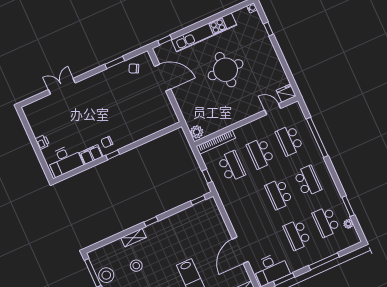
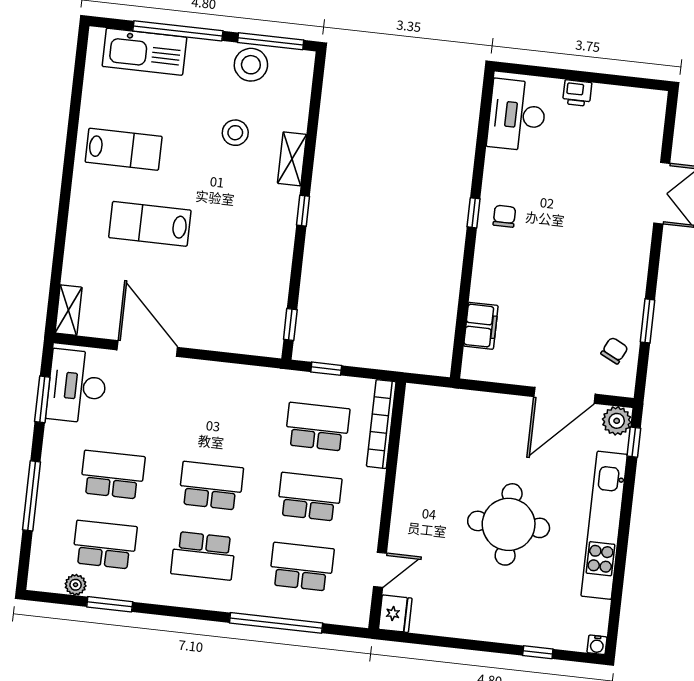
plant: (197, 132) -> (617, 421), moved
filing cabinet: (91, 155) -> (481, 326), moved
school desk: (231, 166) -> (317, 427), turned 180

